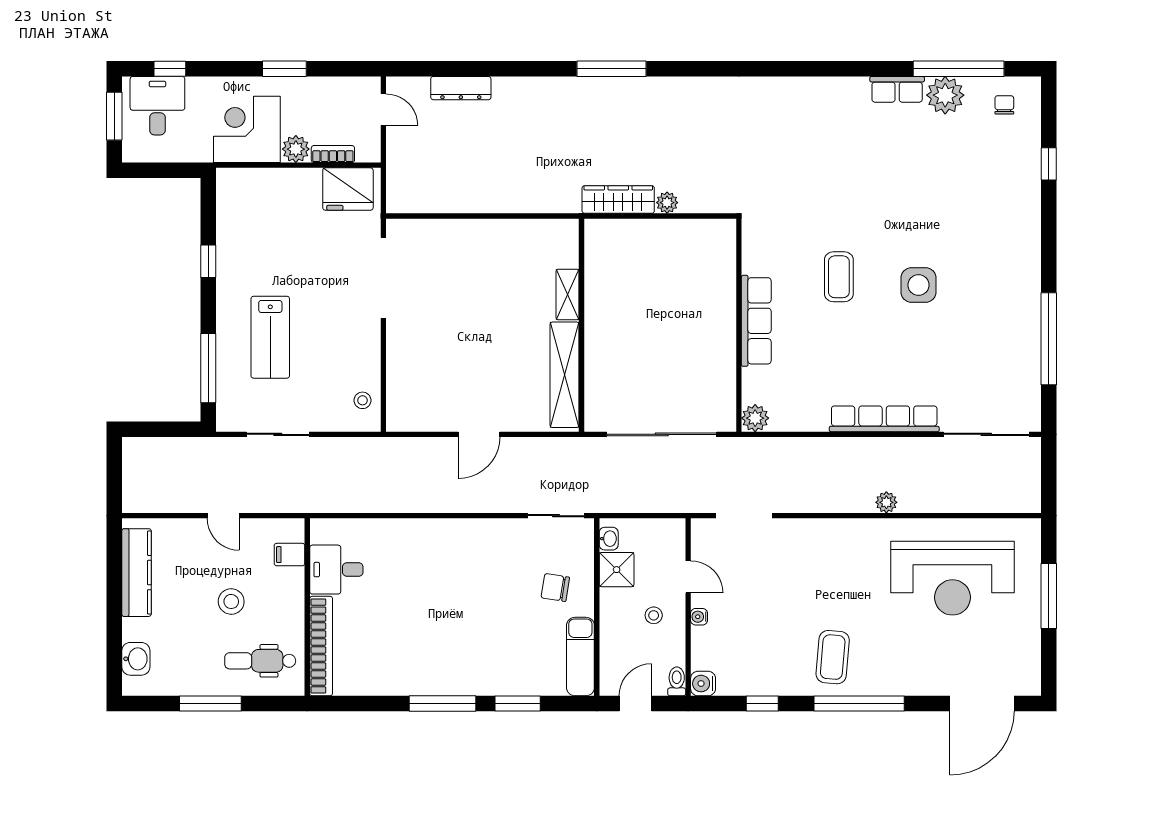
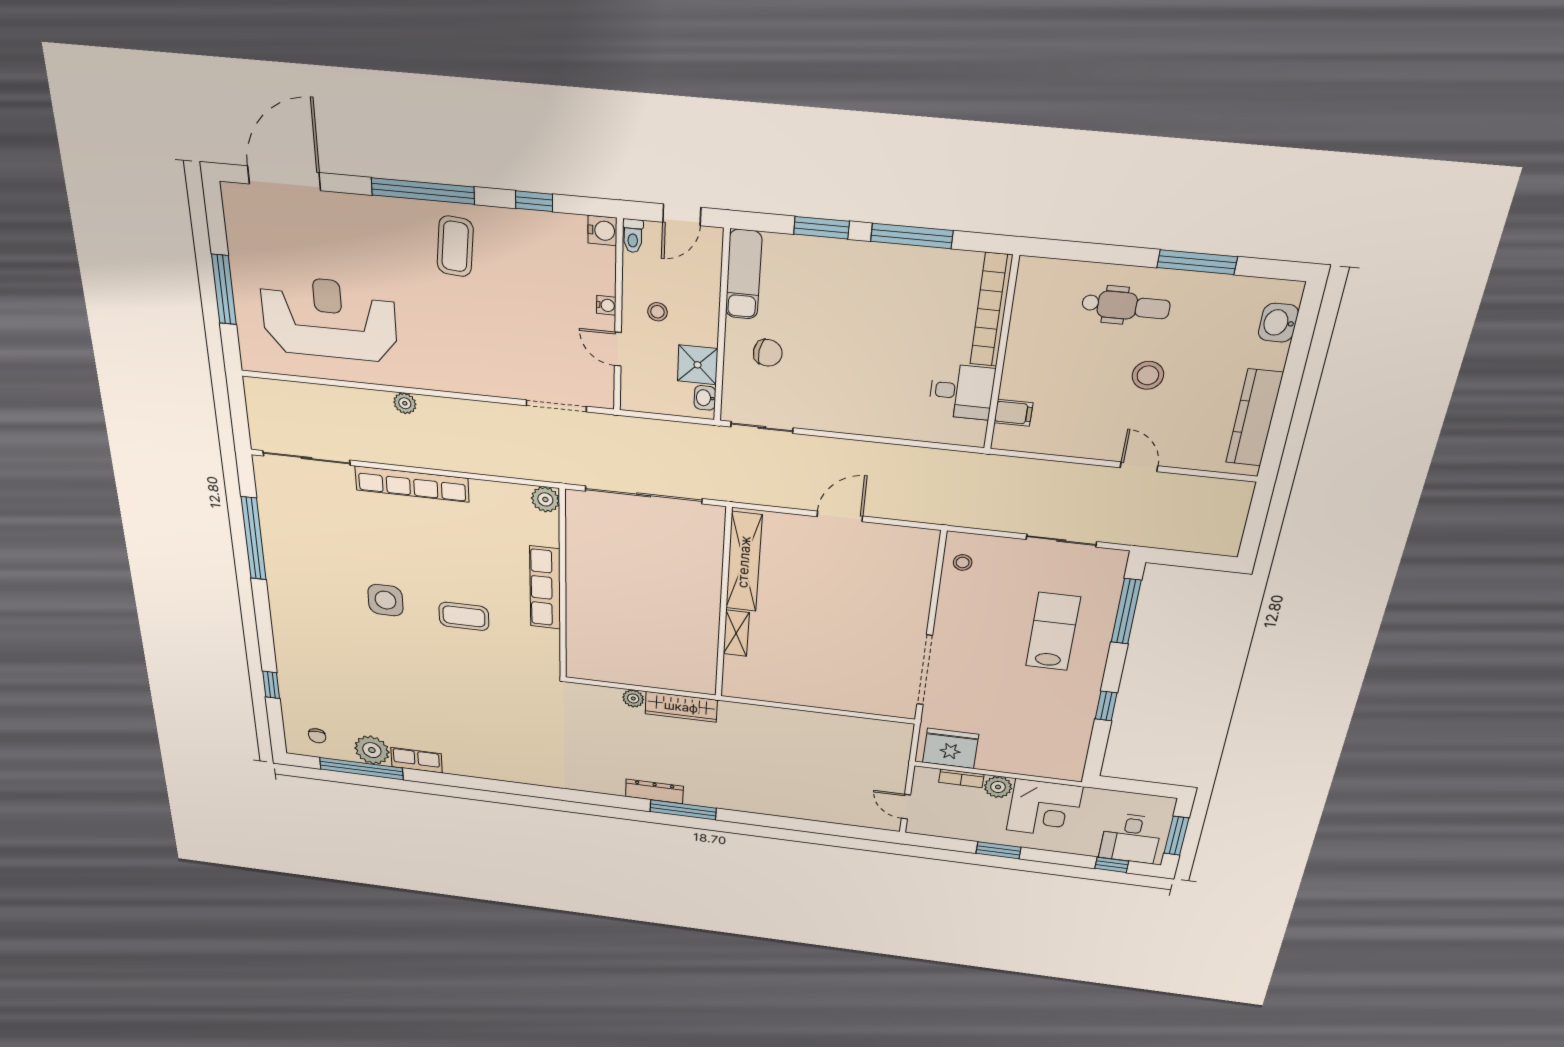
dresser: (461, 88) -> (654, 791), moved
coffee table: (839, 277) -> (464, 616), turned 90
filing cabinet: (290, 555) -> (1013, 413), moved
desk: (336, 570) -> (962, 392), moved
wall: (307, 607) -> (1001, 355), moved
bookcase: (321, 646) -> (991, 310), moved

